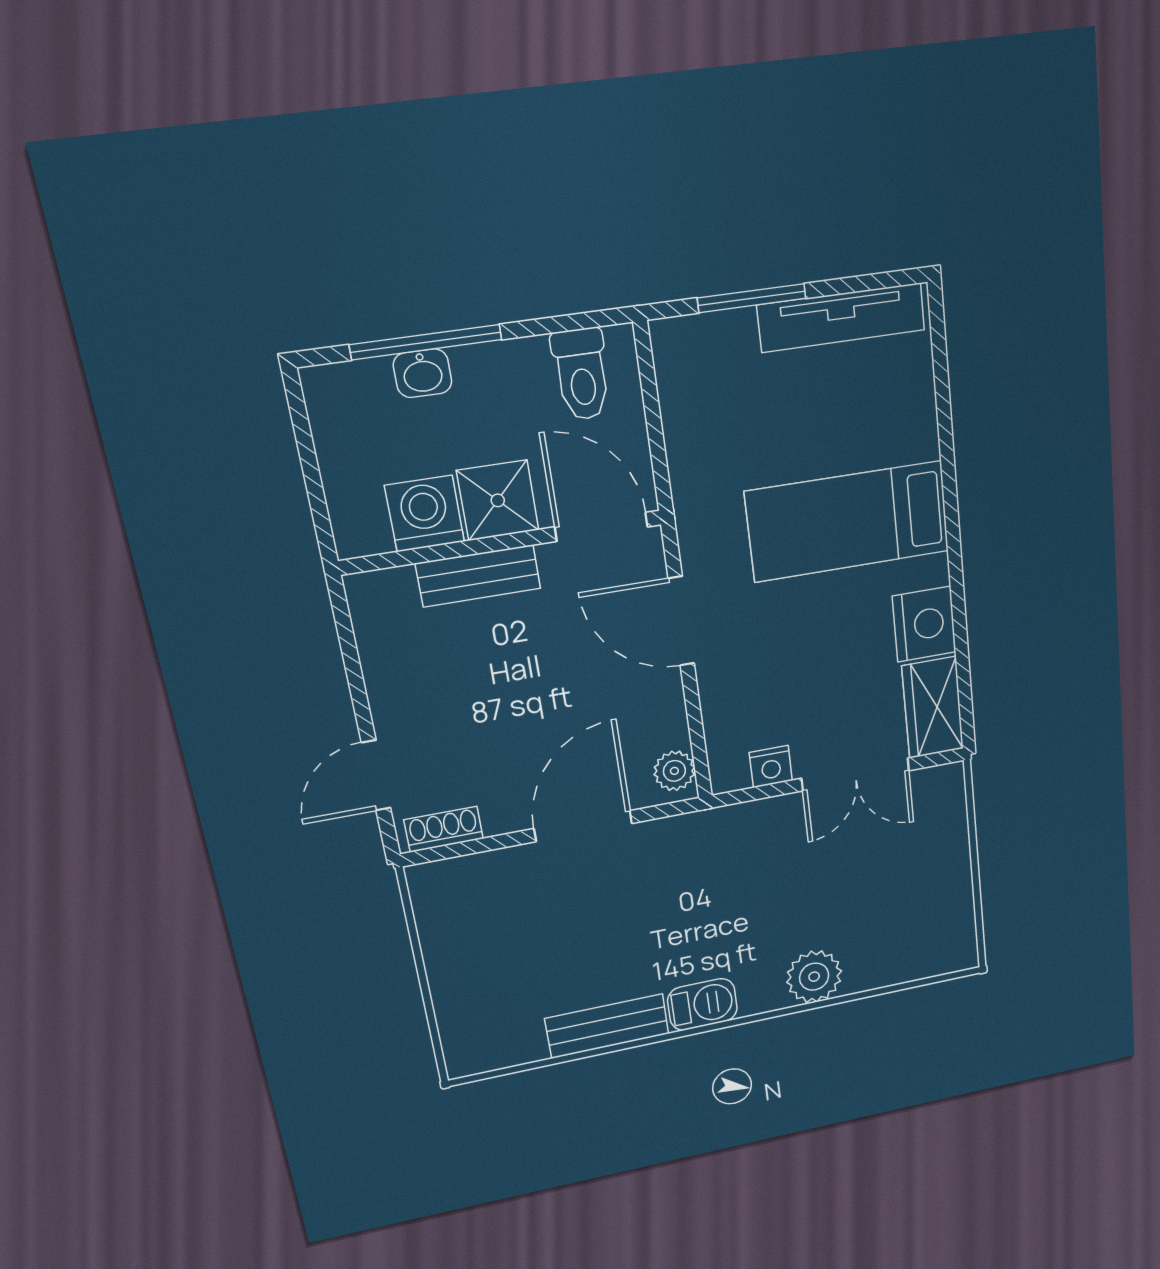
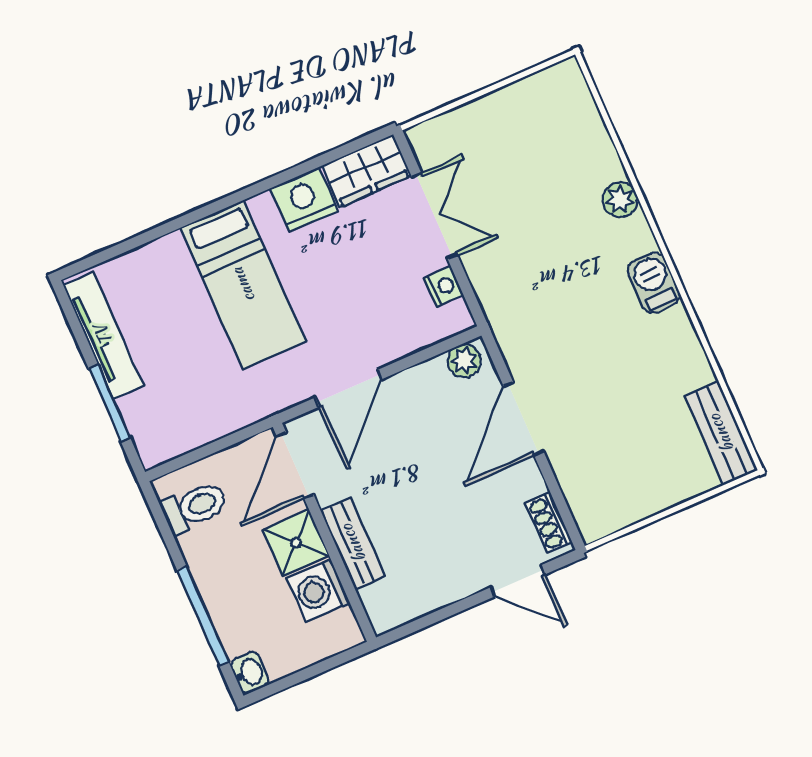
washbasin: (423, 373) -> (250, 673), moved
door: (583, 826) -> (524, 419), hinge flipped
plant: (814, 977) -> (620, 199), width x0.73, depth x0.73
bench: (607, 1026) -> (721, 433), moved

